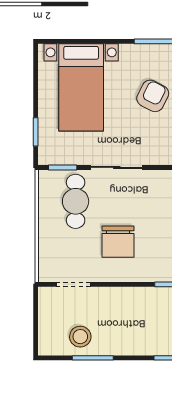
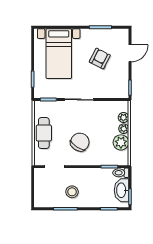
cafe table: (76, 201) -> (44, 133), moved
chair: (118, 242) -> (80, 142), turned -147
stool: (80, 337) -> (72, 192), moved

